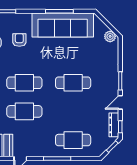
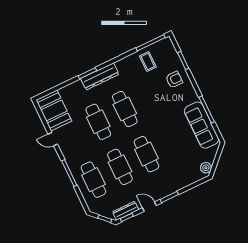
sofa: (63, 25) -> (201, 125), width x0.74, depth x0.79
armchair: (19, 40) -> (174, 80), moved
cafe table: (73, 111) -> (120, 167), added

